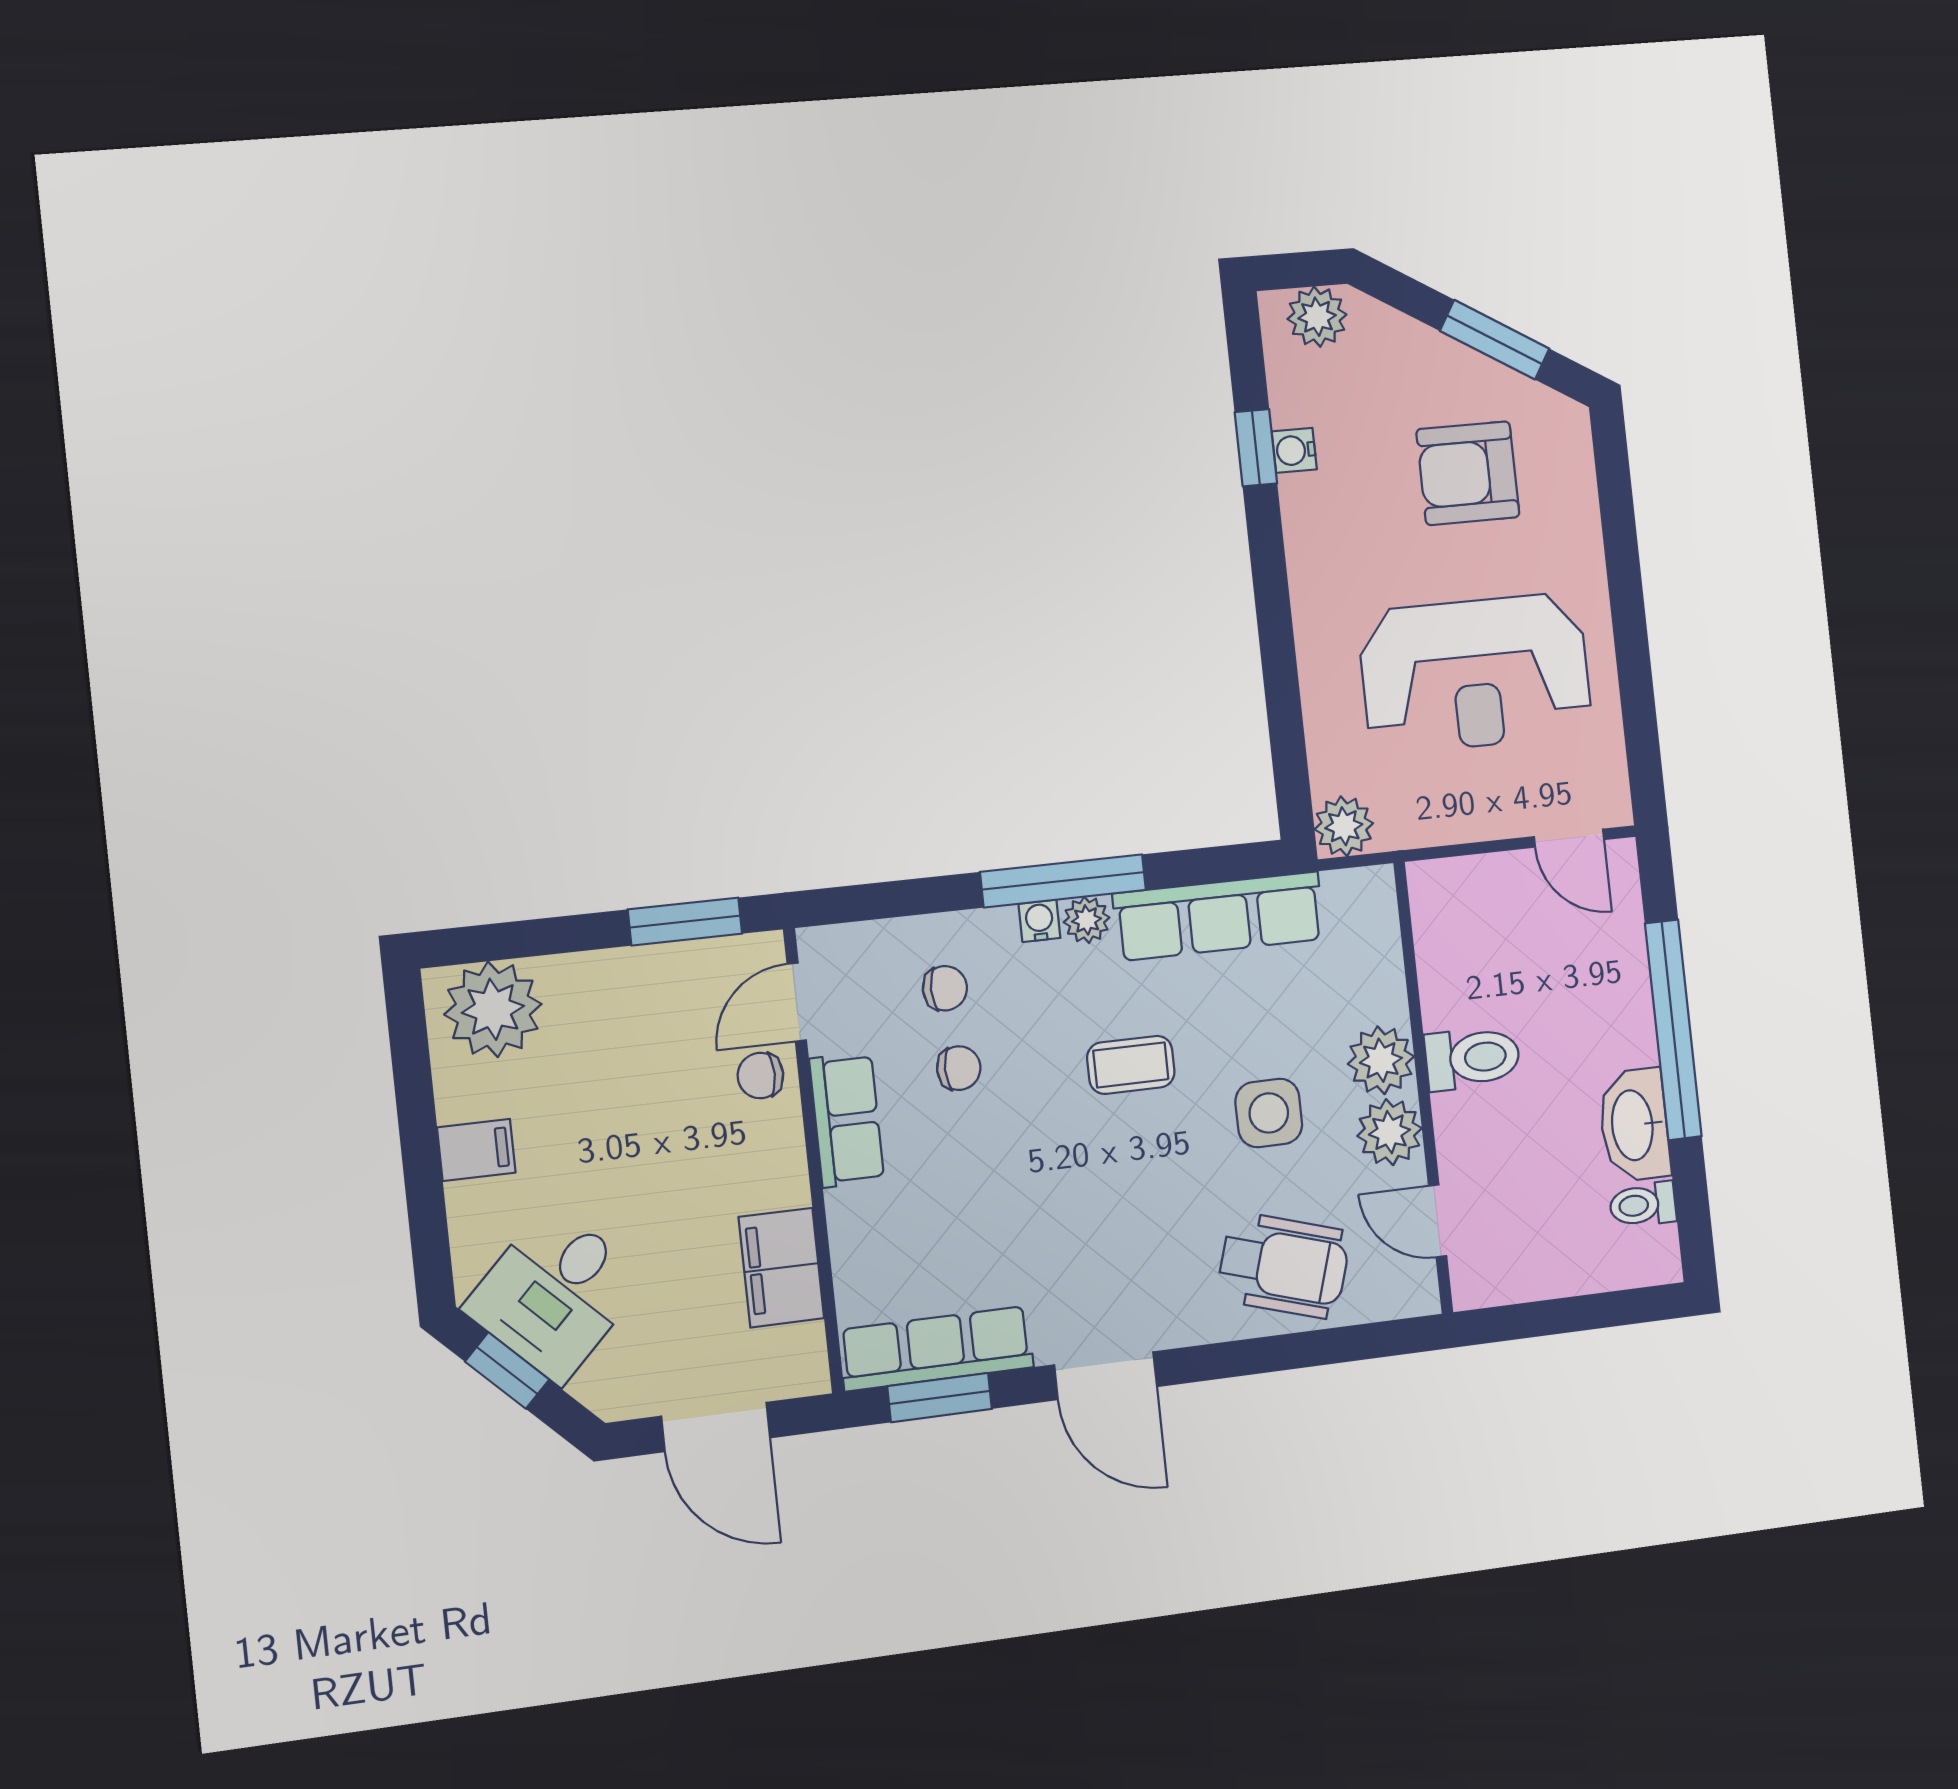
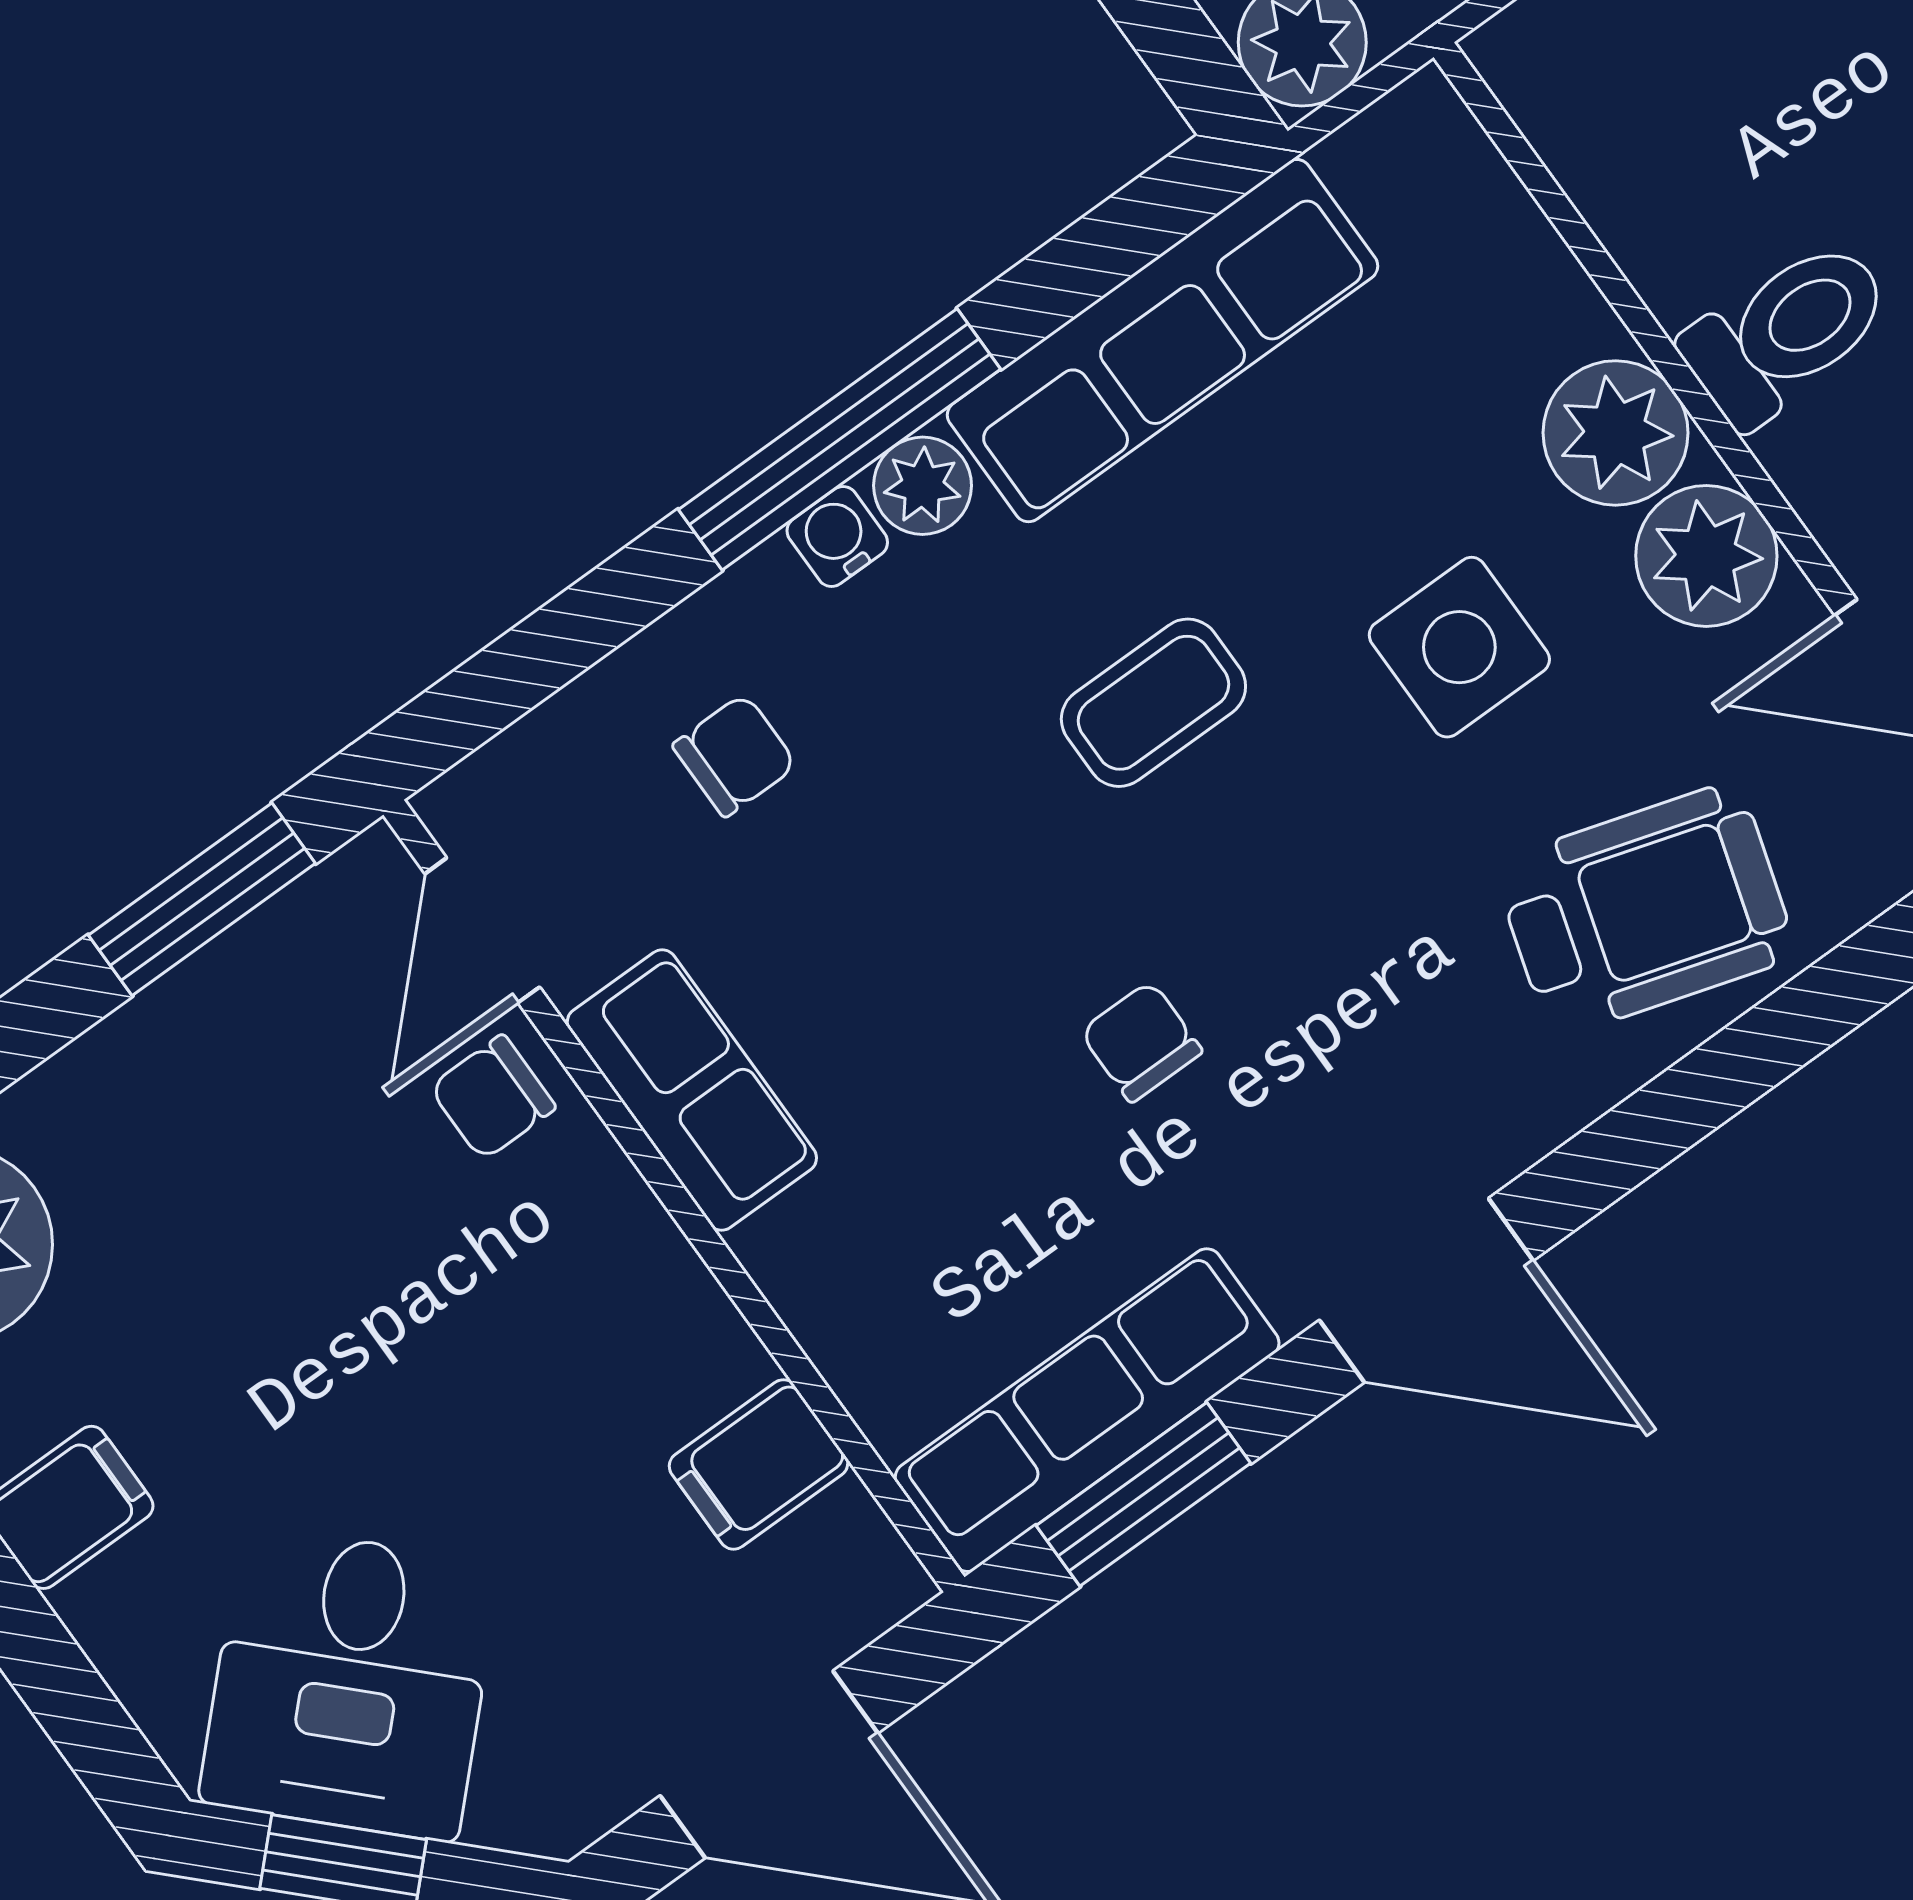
chair: (959, 1068) -> (1141, 1042), moved, turned -90
filing cabinet: (781, 1268) -> (759, 1464), width x0.50

